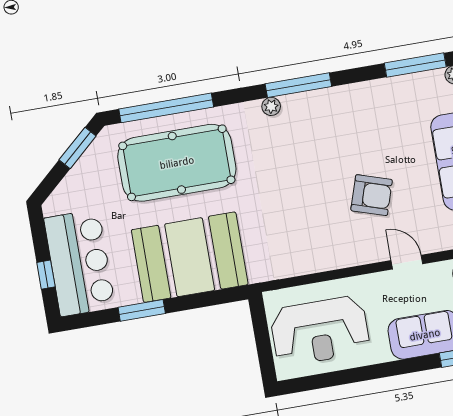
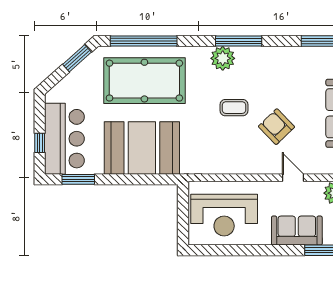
plant: (271, 106) -> (223, 58), width x1.88, depth x1.88
coffee table: (308, 179) -> (234, 108), added
armchair: (372, 195) -> (276, 127), turned -152
window: (142, 310) -> (78, 179), moved

